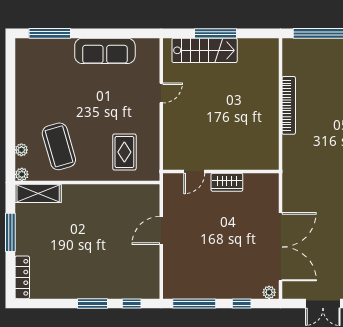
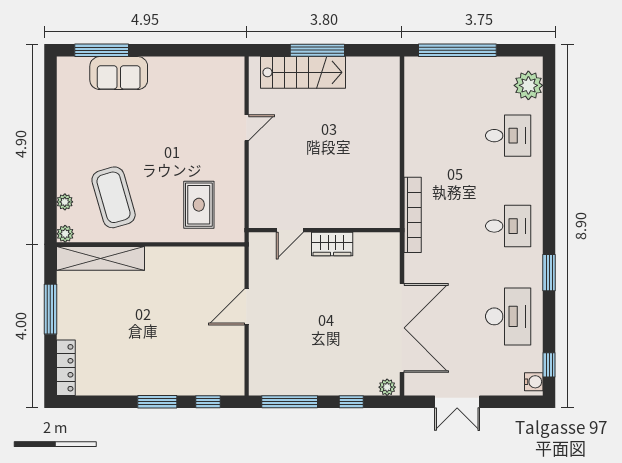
sofa: (105, 51) -> (119, 73), moved, width x0.73
bookcase: (289, 105) -> (413, 215), moved
shelving: (38, 193) -> (100, 258), width x1.47

